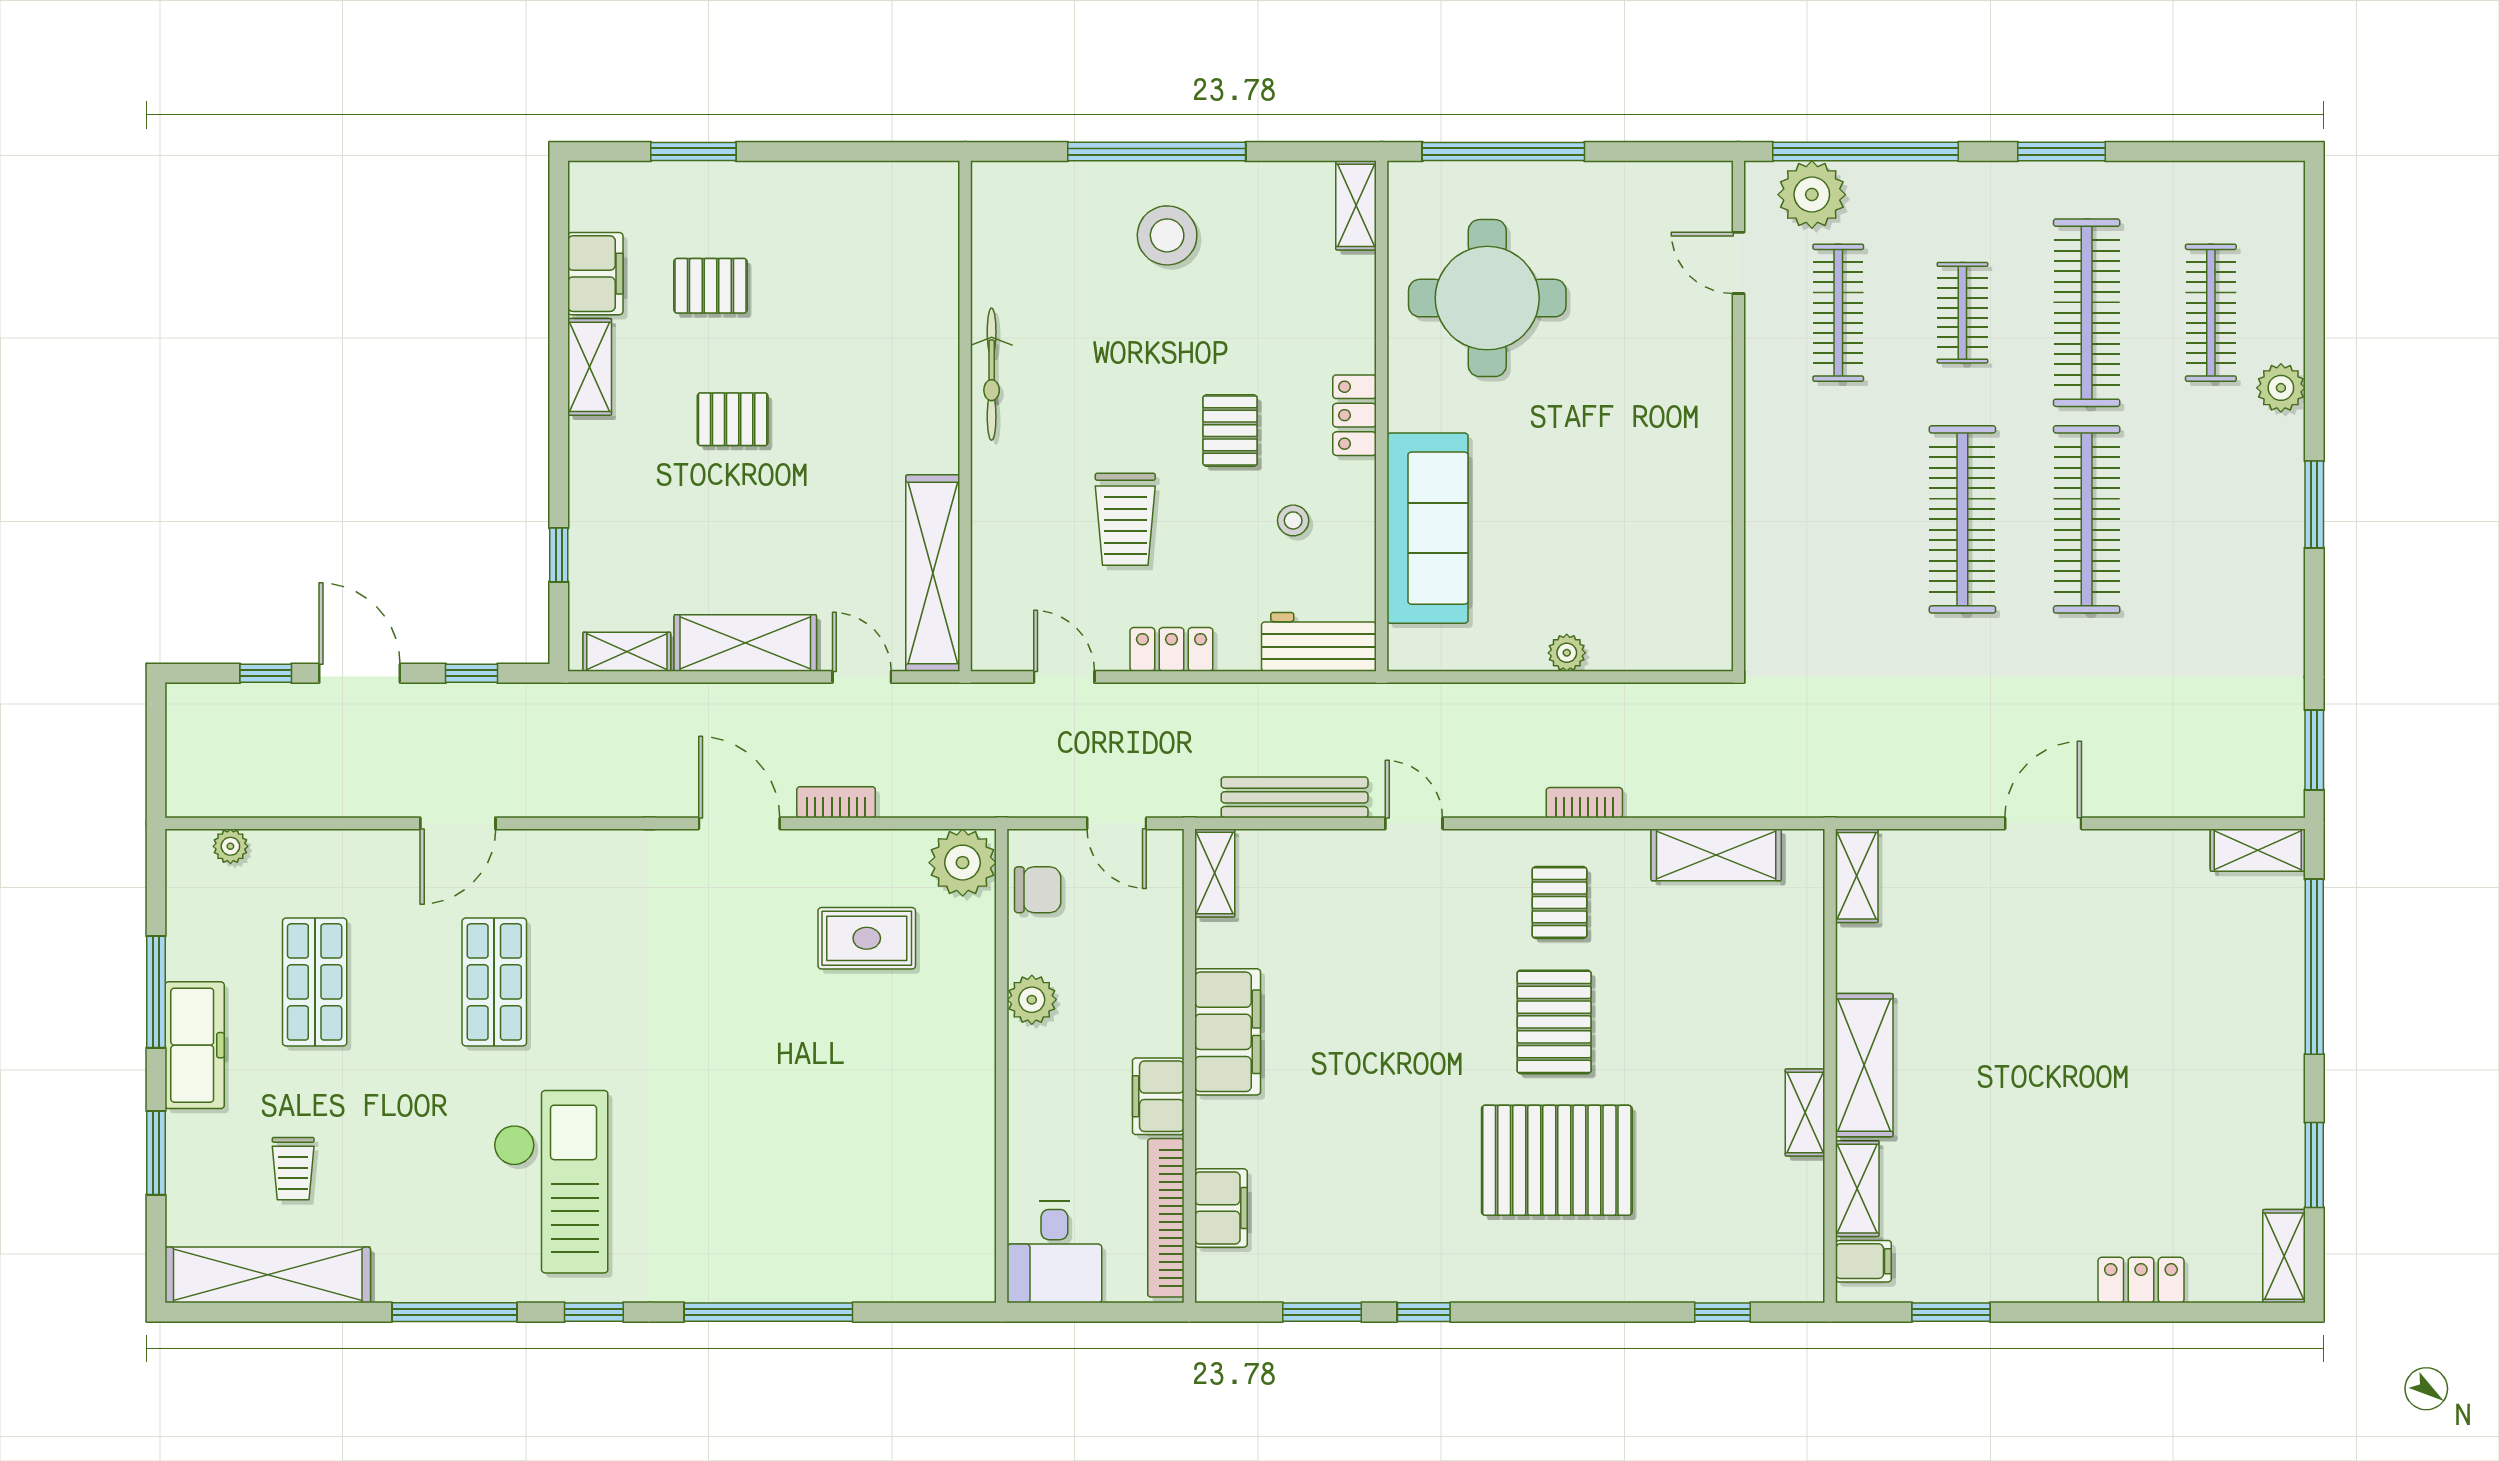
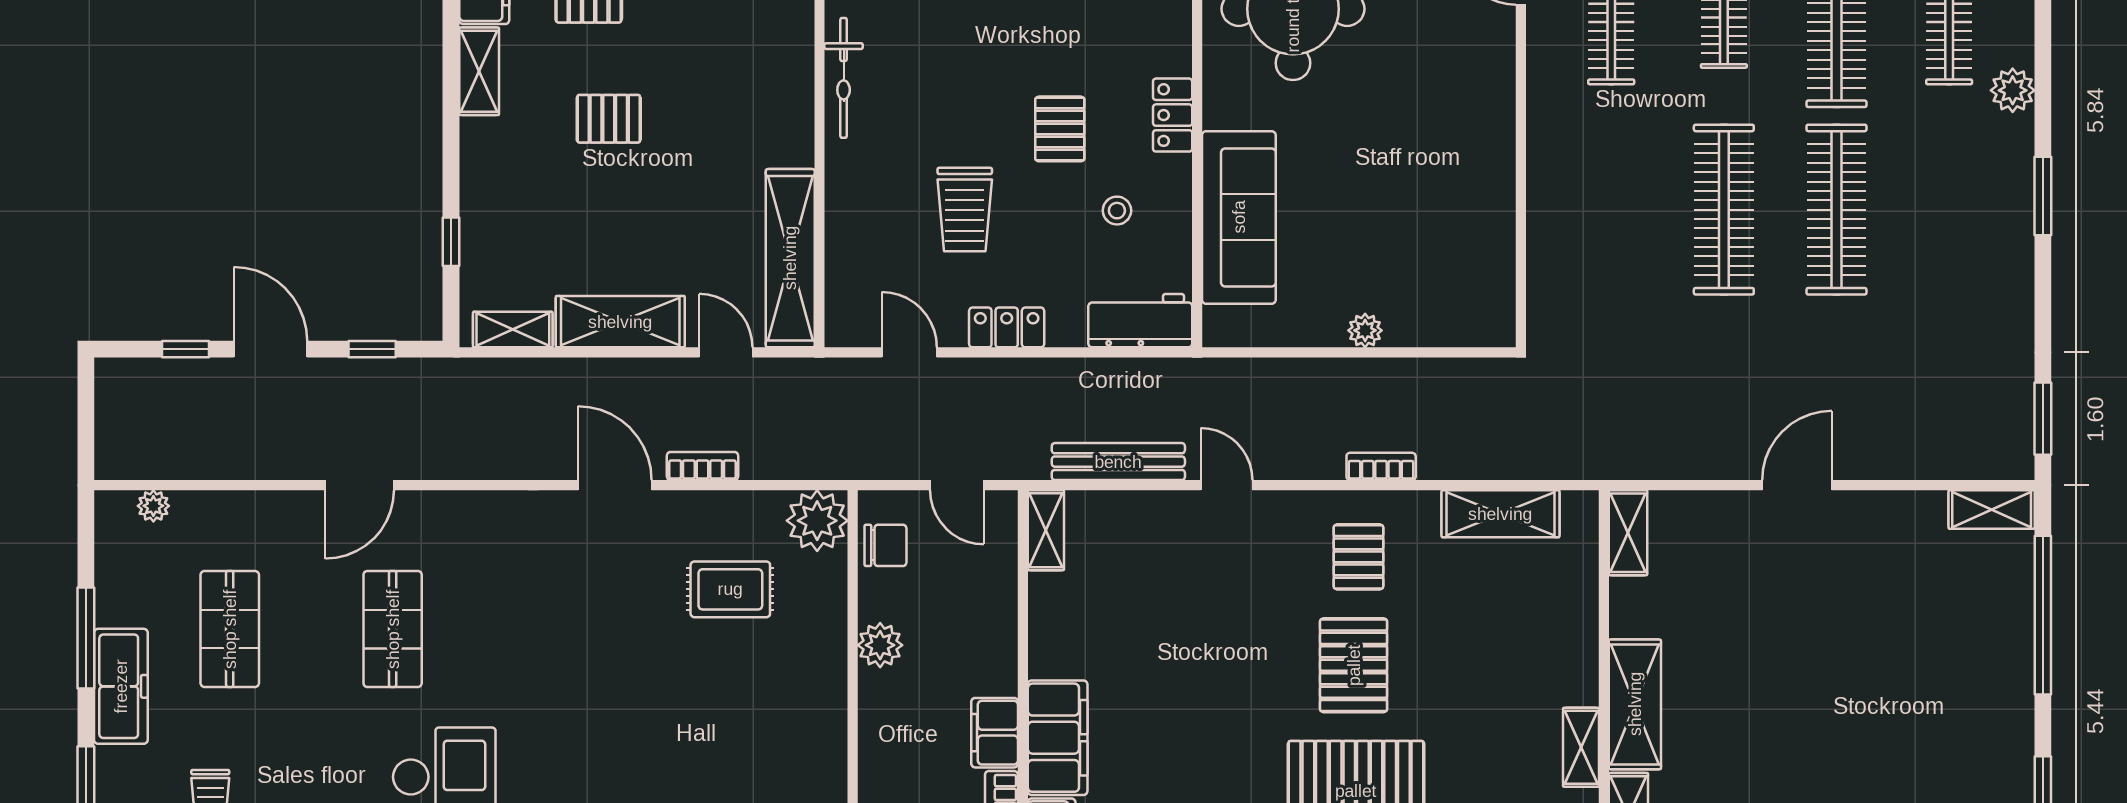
filing cabinet: (1228, 1032) -> (1058, 738), moved

